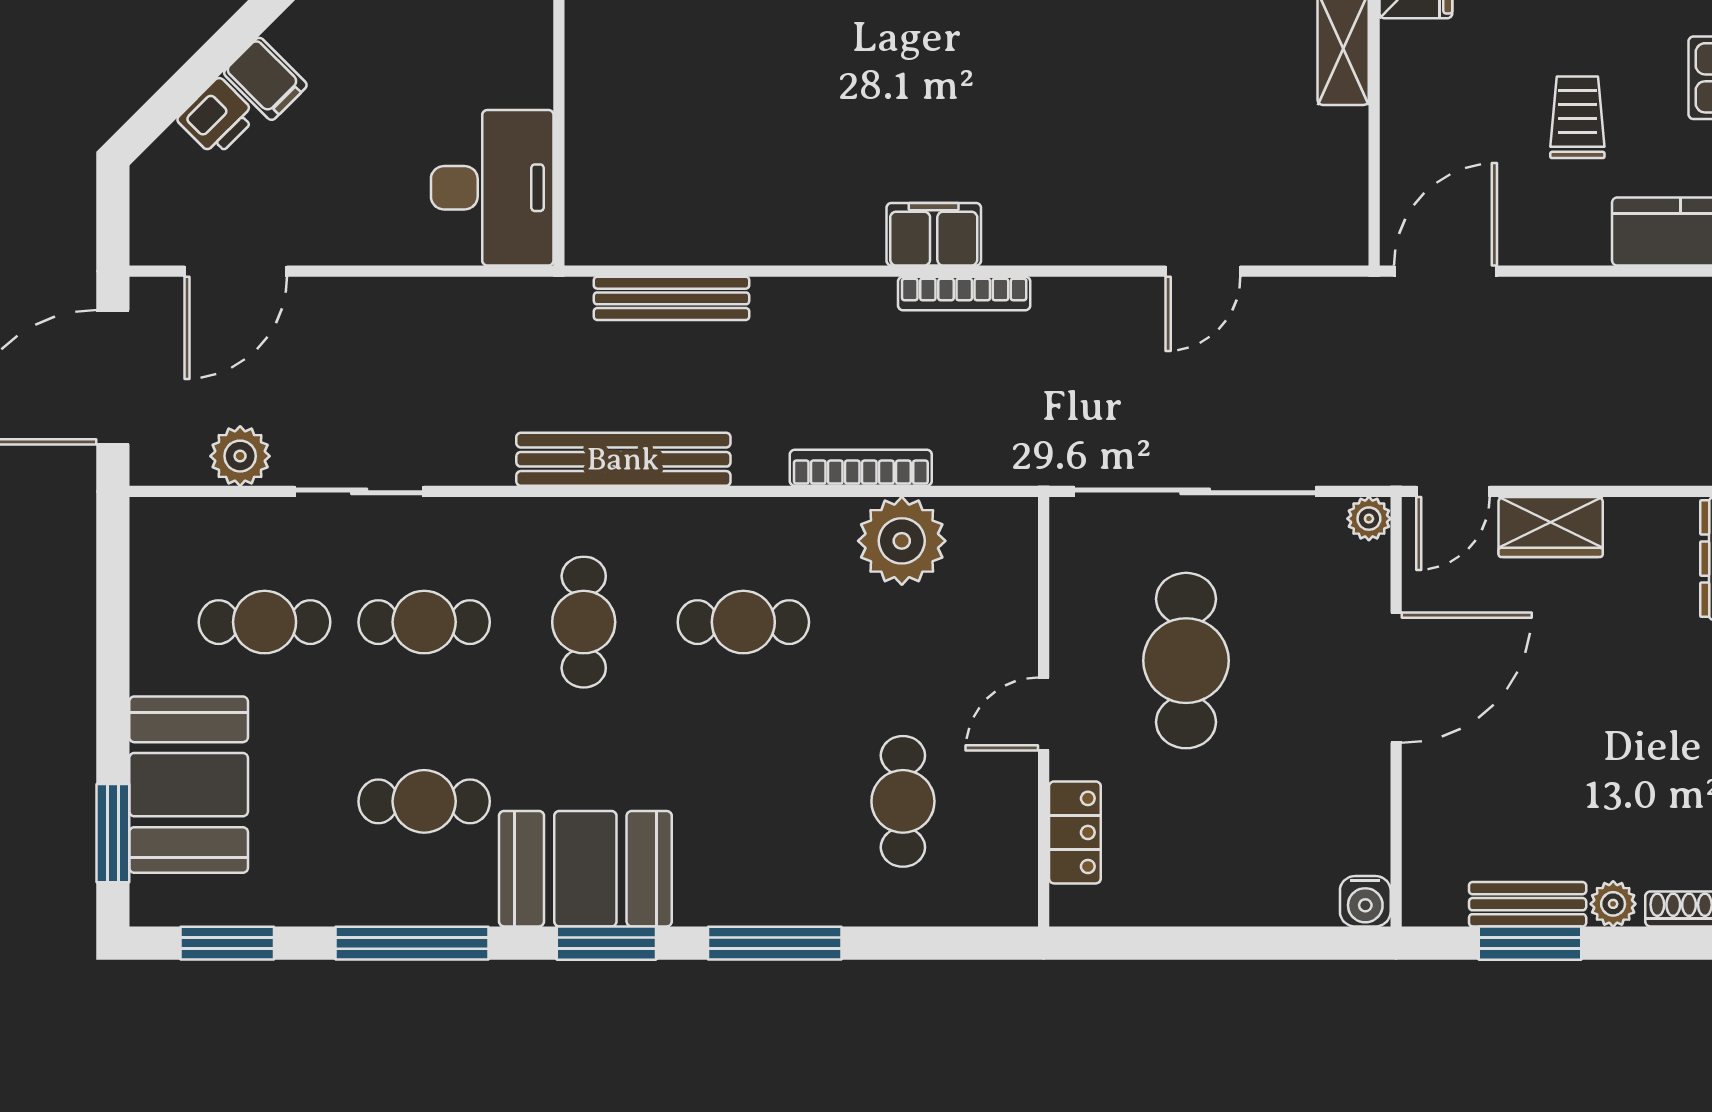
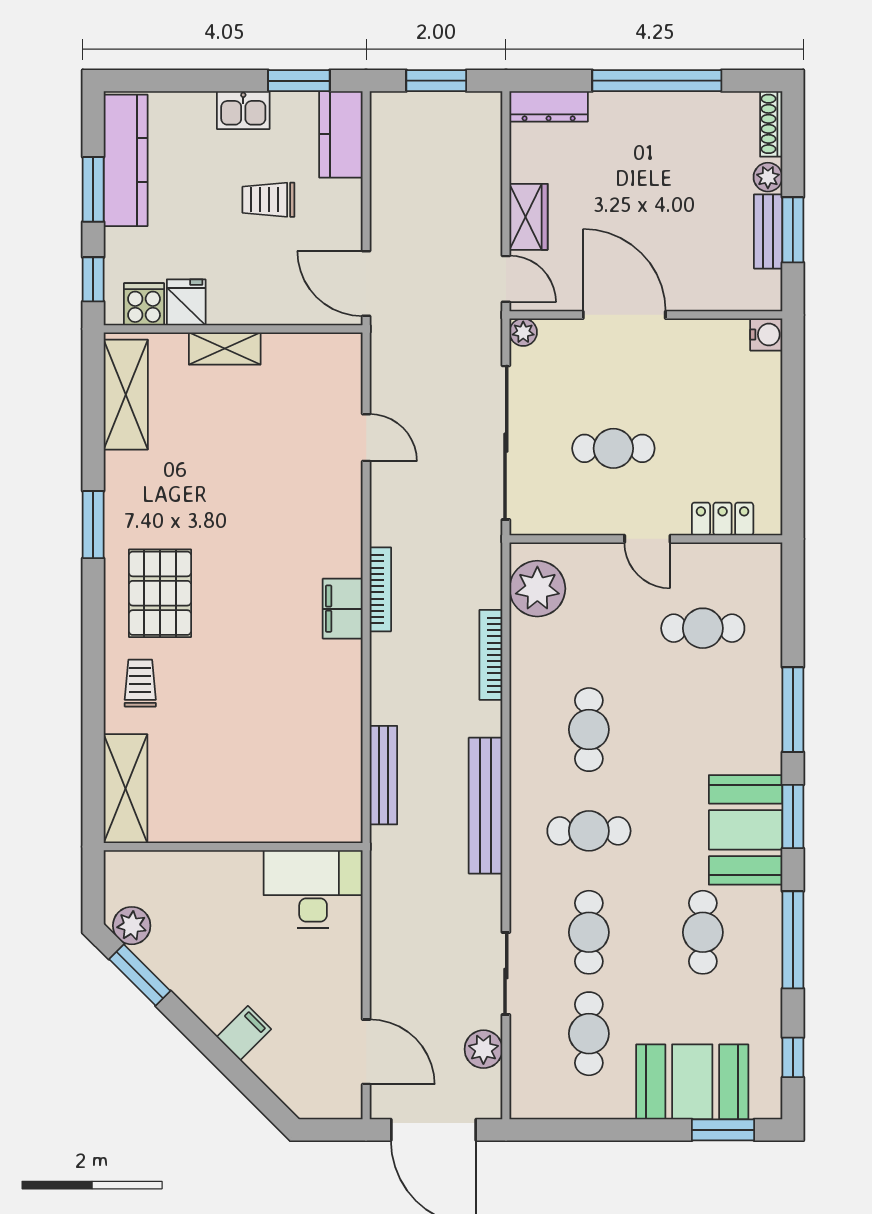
printer: (217, 118) -> (269, 1064), removed
plant: (902, 541) -> (537, 589), moved
cafe table: (1186, 661) -> (613, 448), width x0.73, depth x0.74
window: (227, 943) -> (793, 1057), width x0.67

